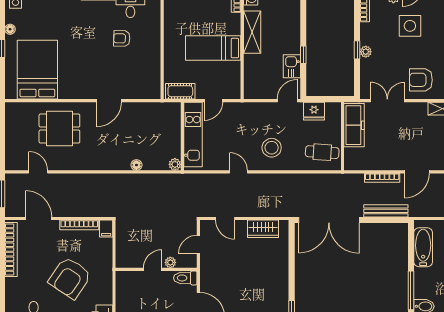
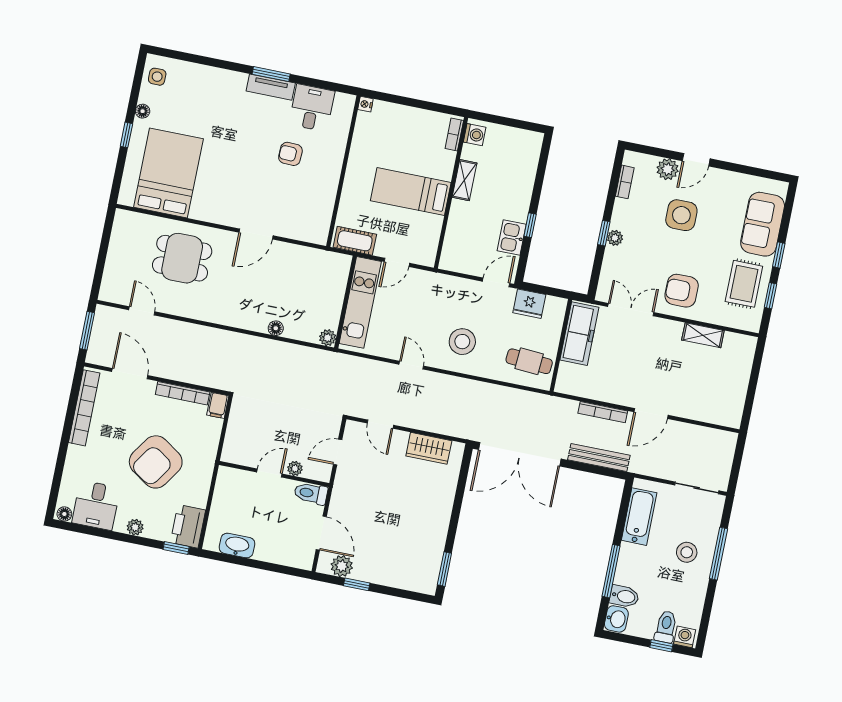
shelving: (252, 32) -> (465, 180), width x0.67, depth x0.75

